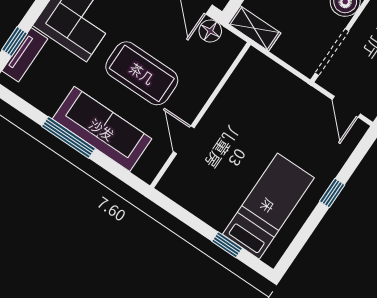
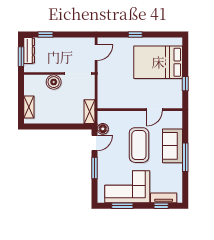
sofa: (102, 129) -> (173, 146), width x0.73
bed: (268, 206) -> (158, 62), width x1.50
window: (227, 245) -> (185, 84), moved

